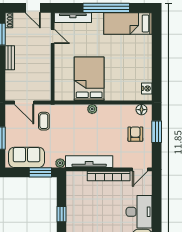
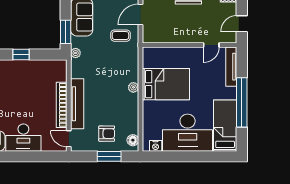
desk: (134, 59) -> (188, 133), added
tv unit: (89, 162) -> (77, 104), moved

